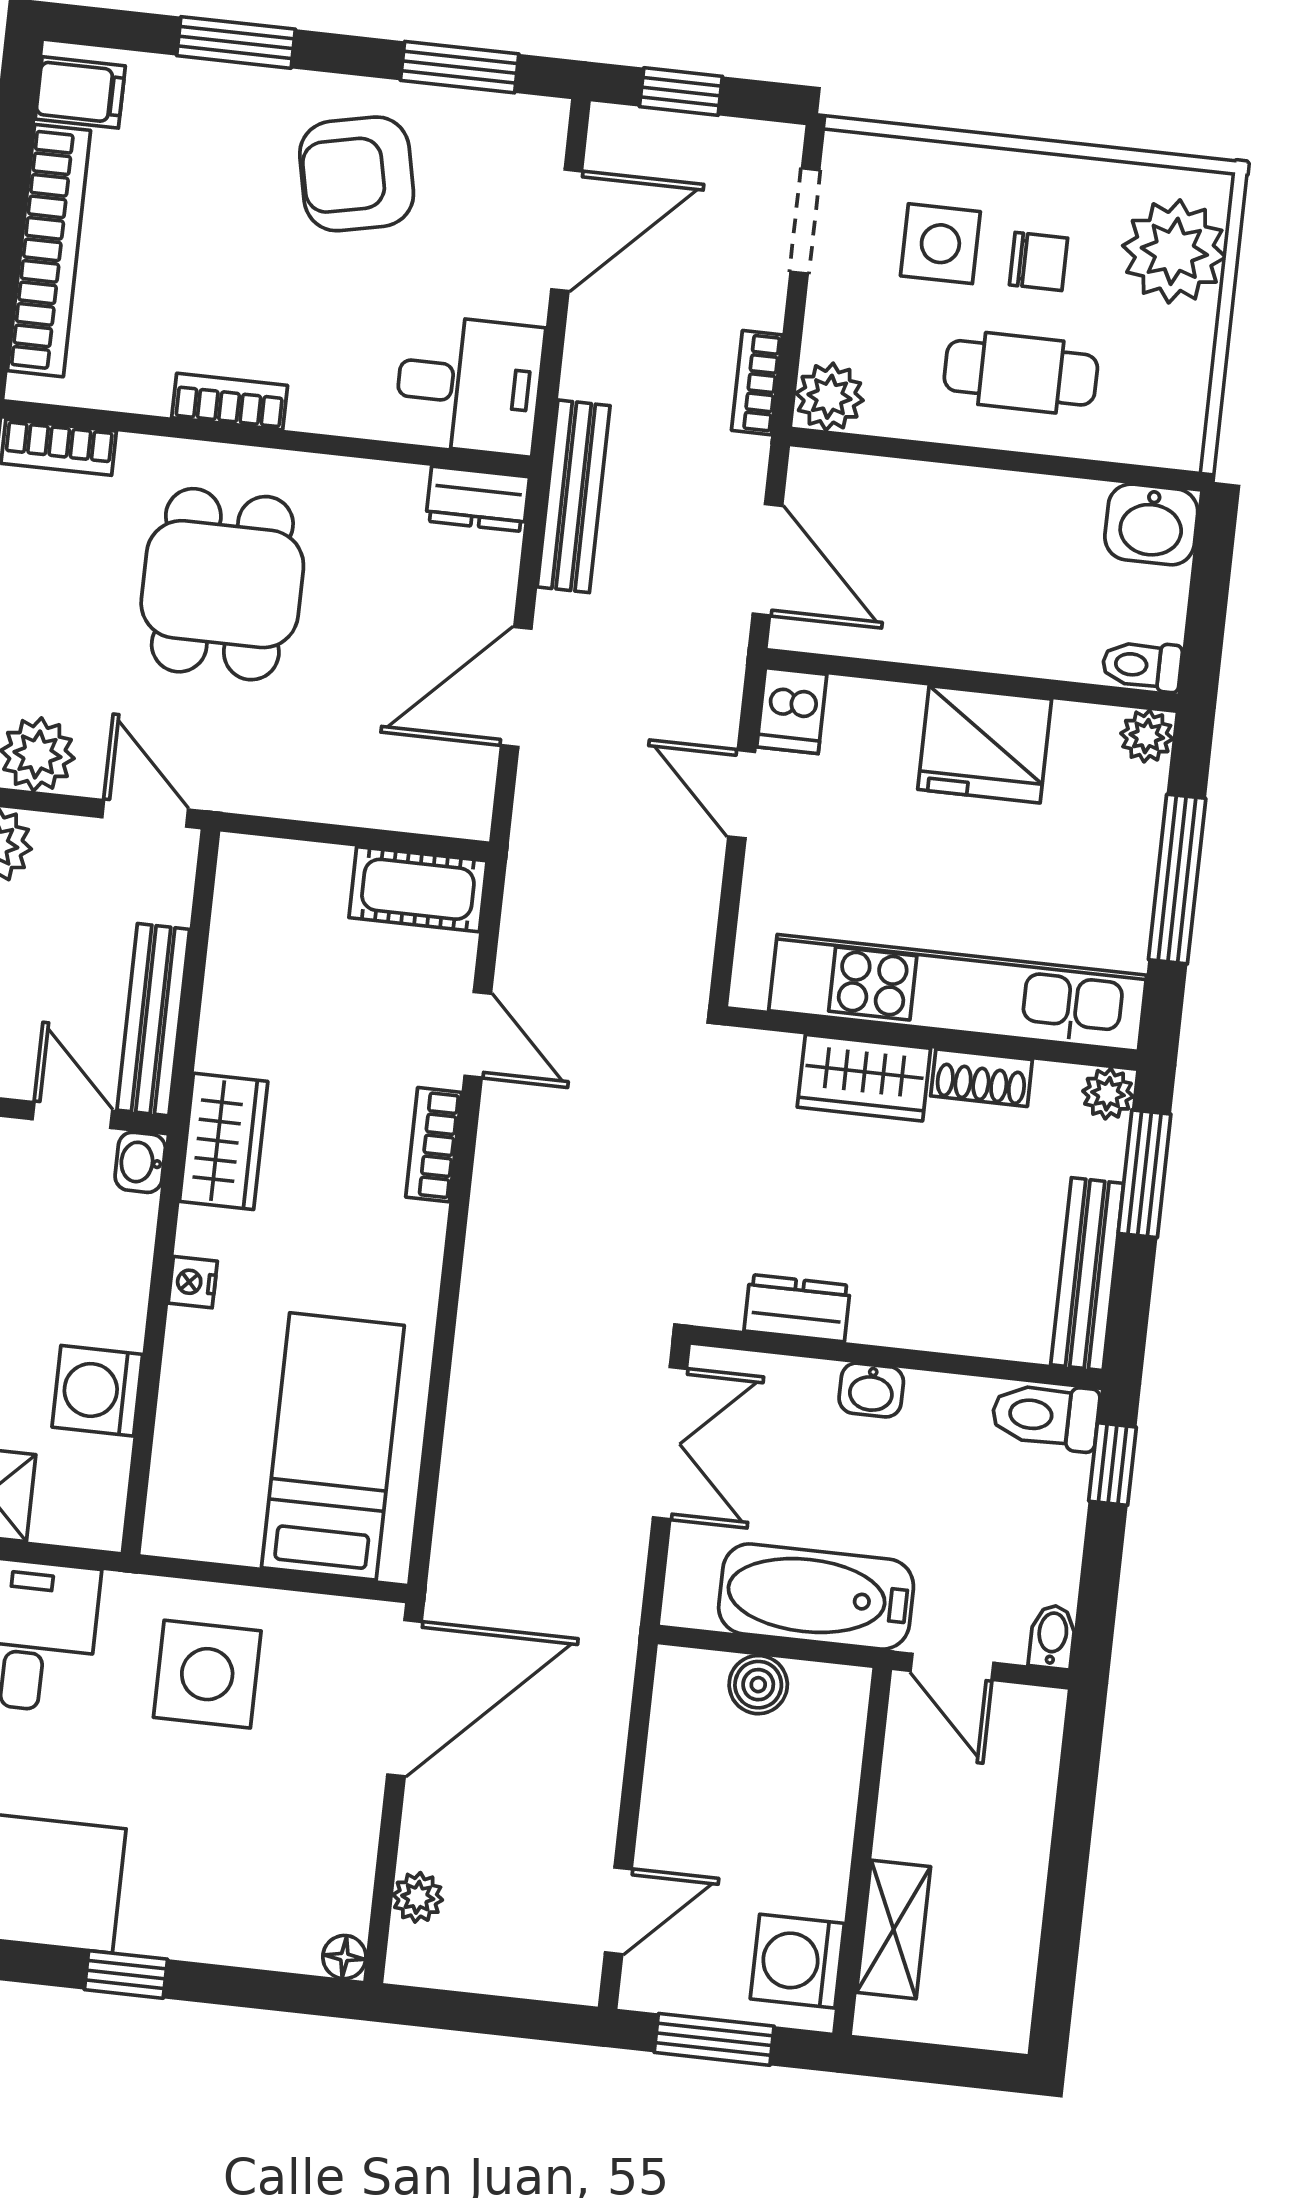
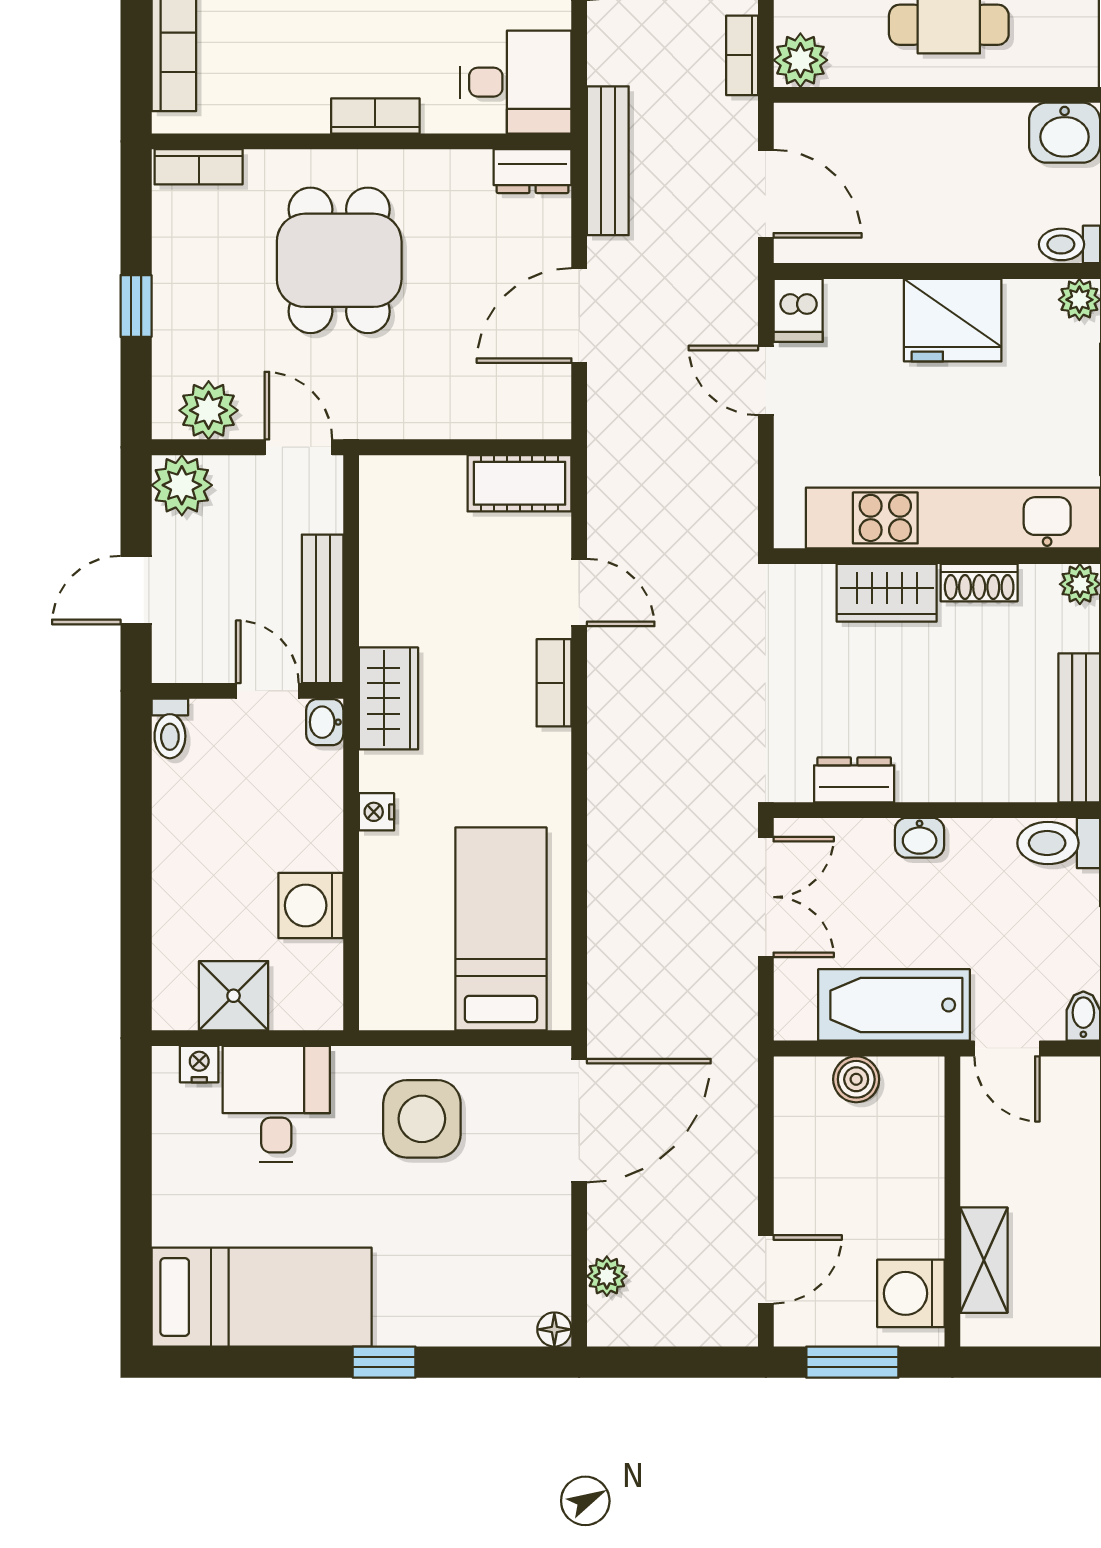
bookcase: (230, 402) -> (375, 116), moved

